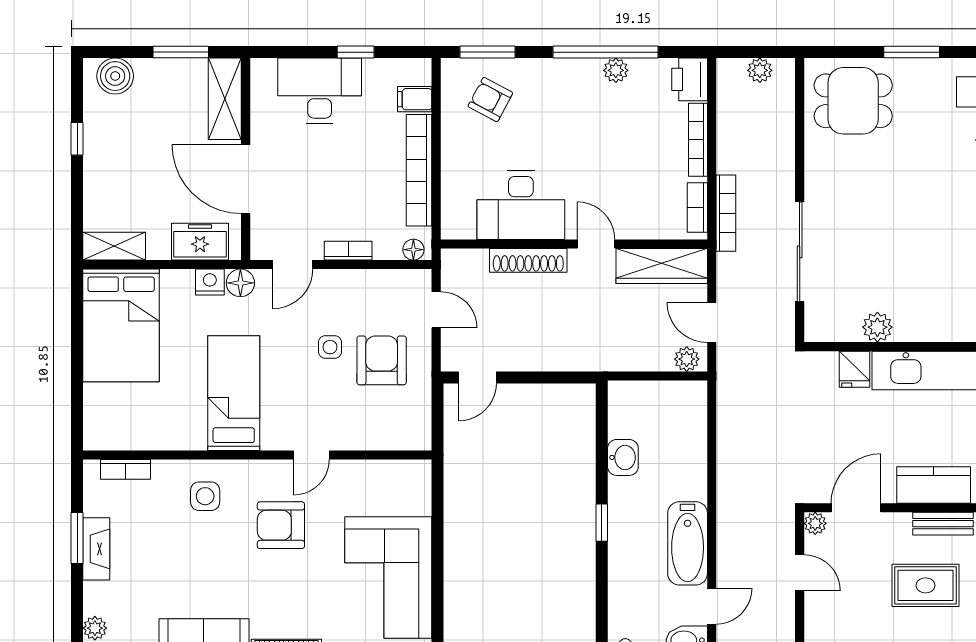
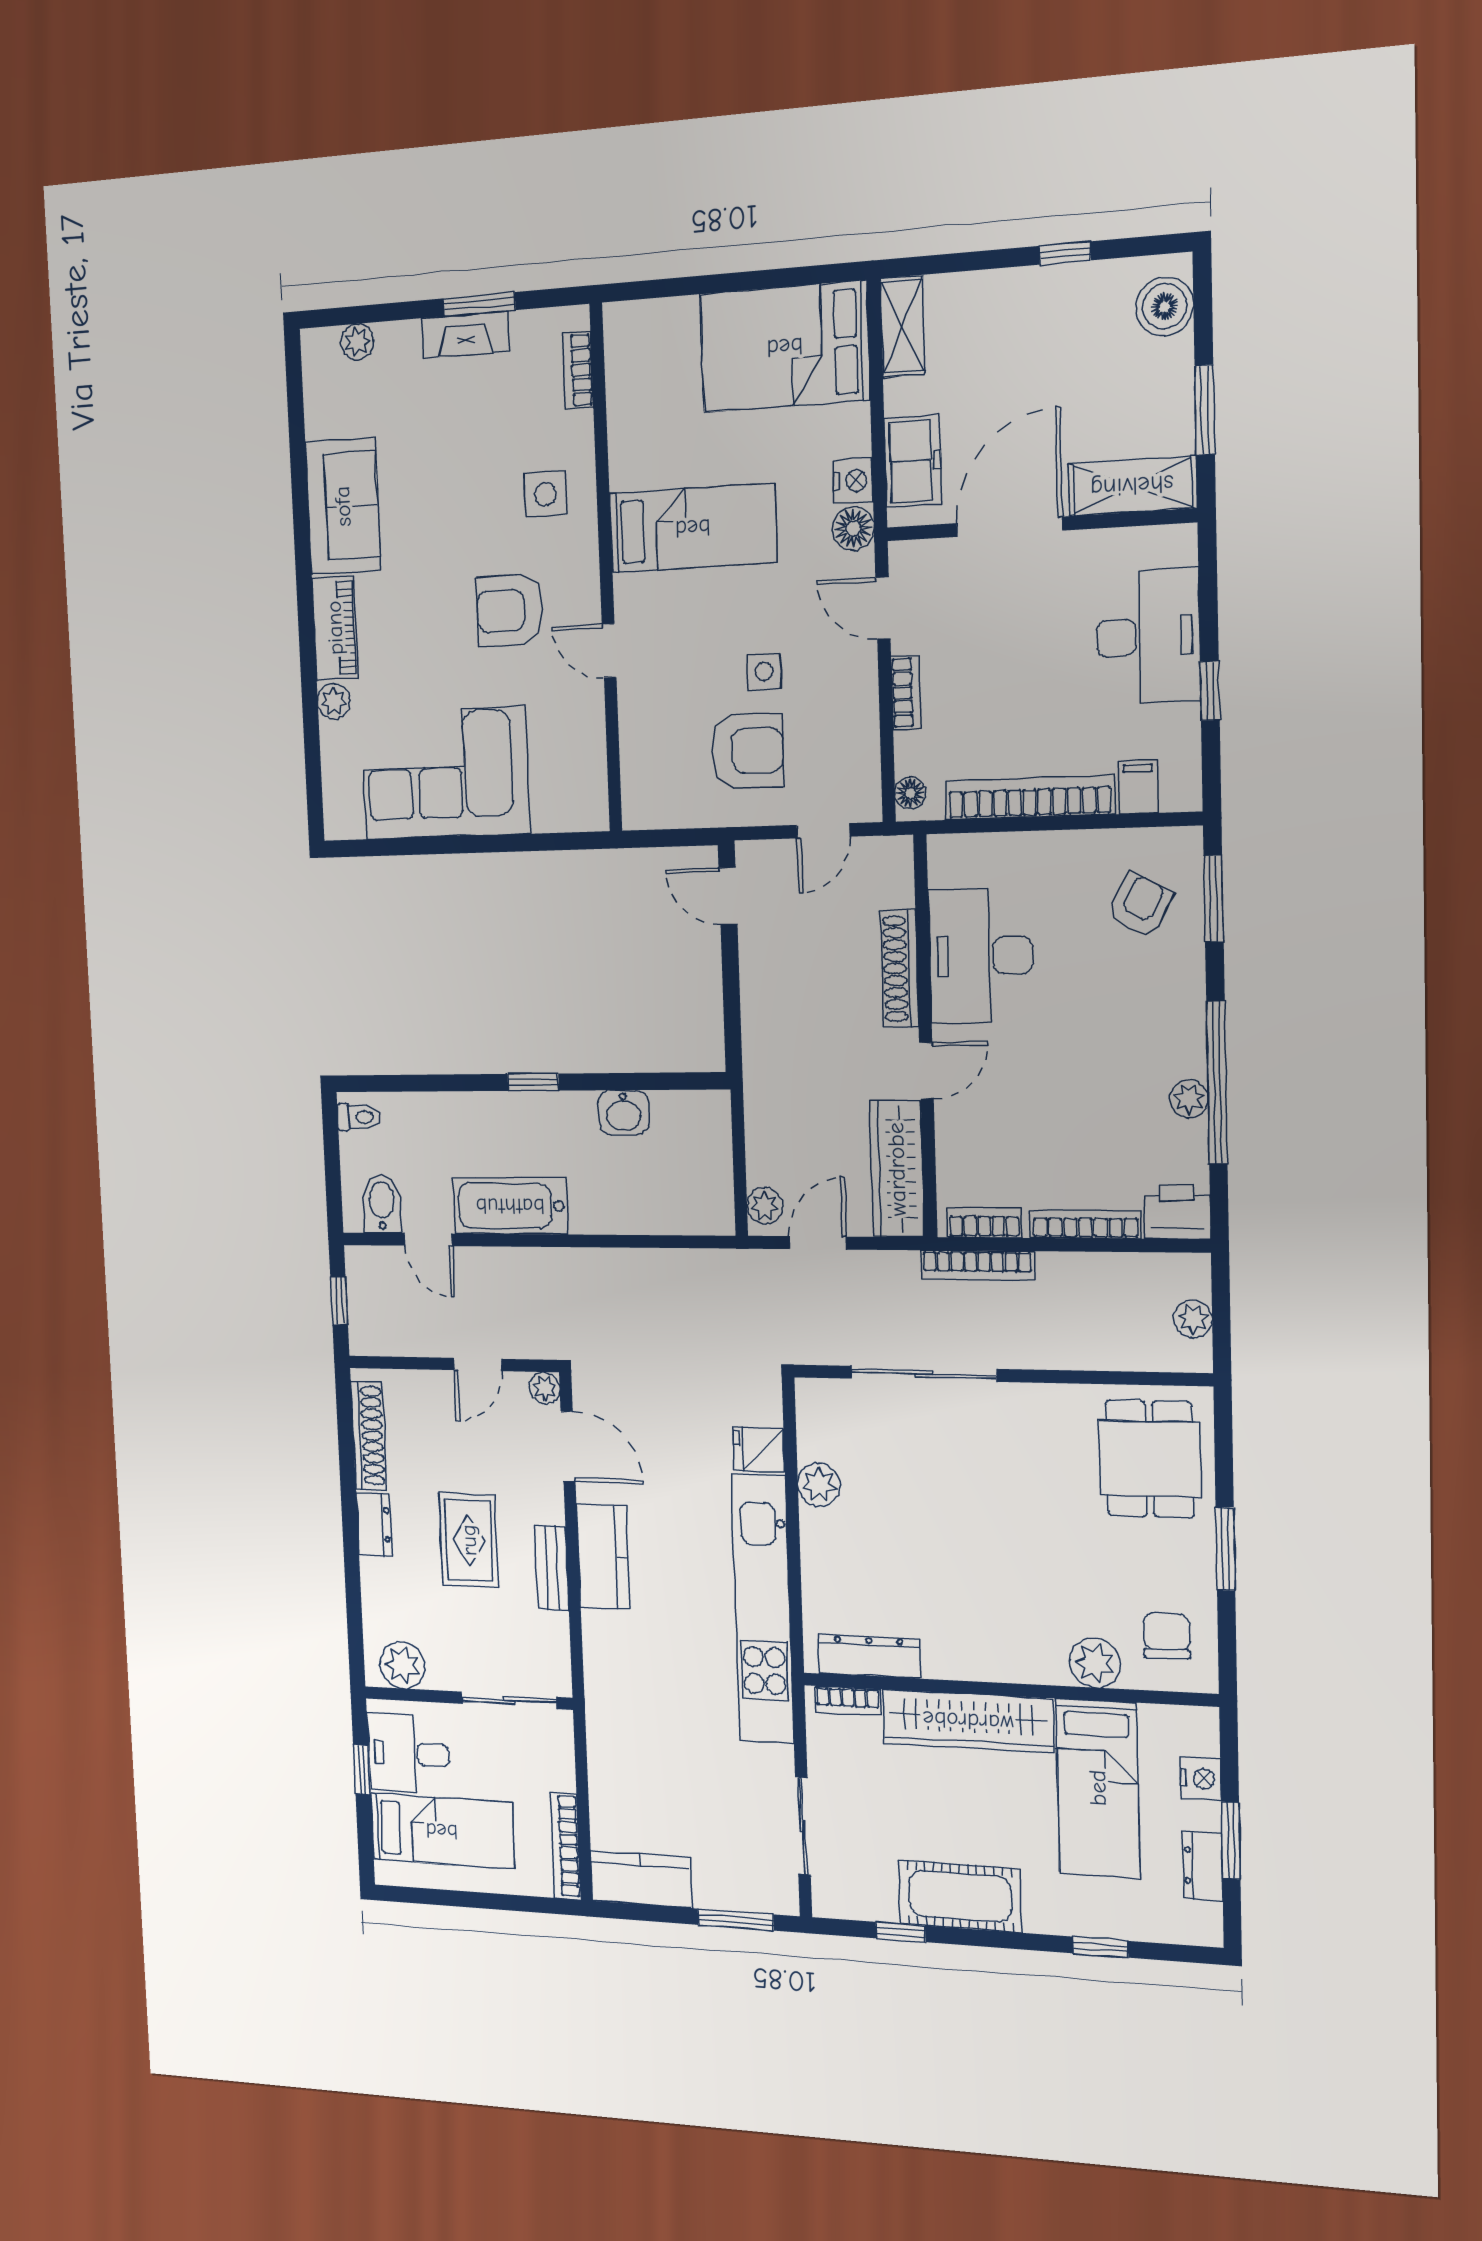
armchair: (281, 525) -> (510, 610), turned -90

